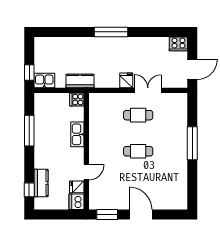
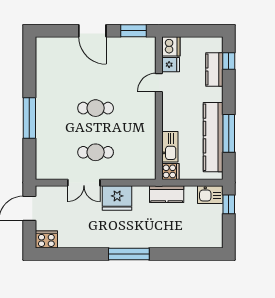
fridge: (126, 80) -> (117, 198), width x1.88, depth x1.34
kitchen counter: (42, 128) -> (213, 137), added
kitchen sink: (77, 134) -> (170, 147), moved

